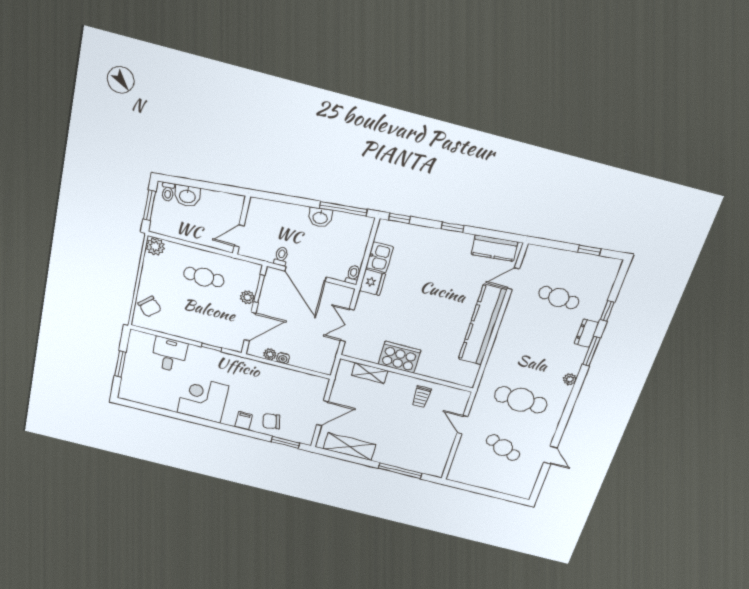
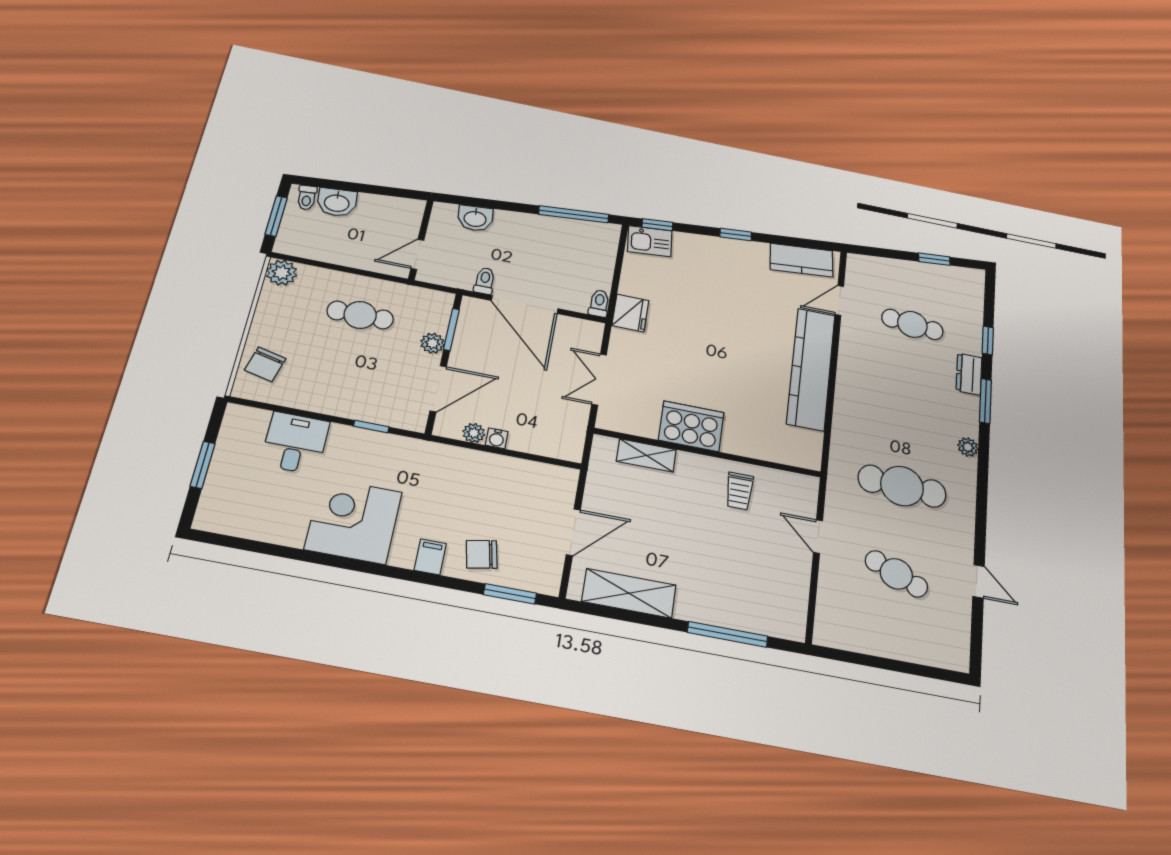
washbasin: (320, 217) -> (475, 218), moved
kitchen sink: (380, 257) -> (650, 241), moved, turned 85
chair: (150, 307) -> (265, 364), turned 57

